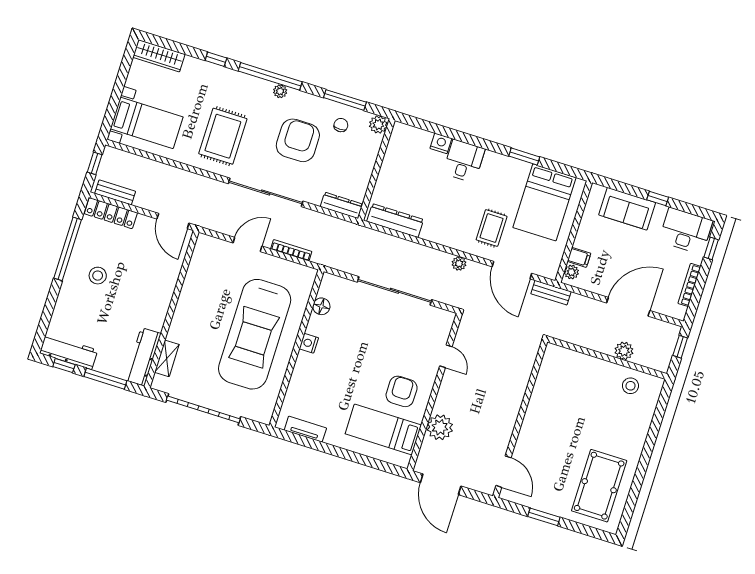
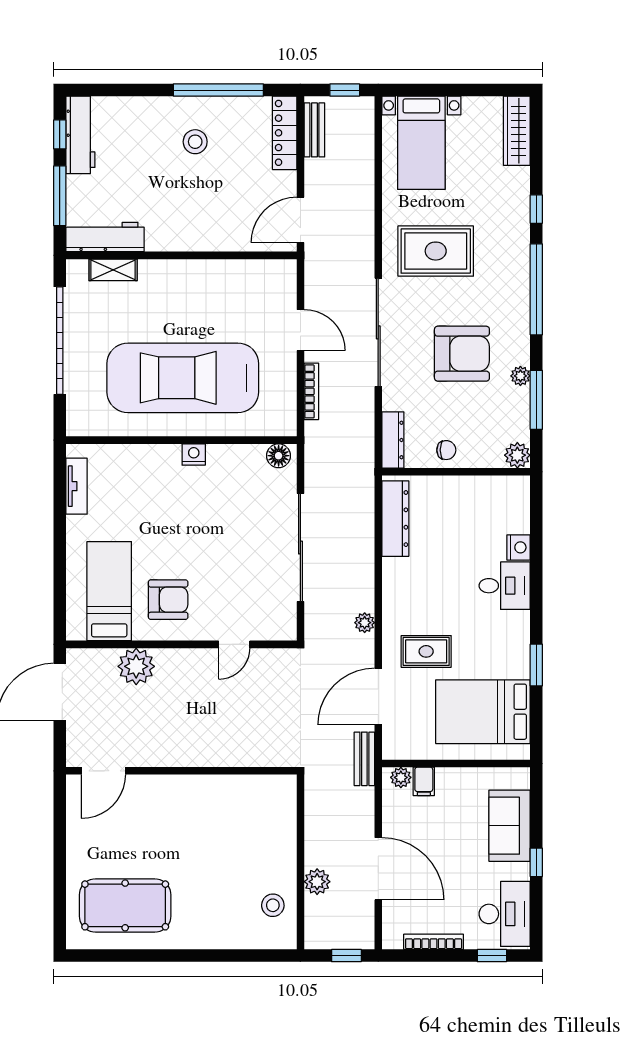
plant: (280, 91) -> (520, 376), moved
chair: (341, 125) -> (446, 450), moved
floor lamp: (321, 306) -> (279, 456), moved
window: (544, 517) -> (60, 844), removed

